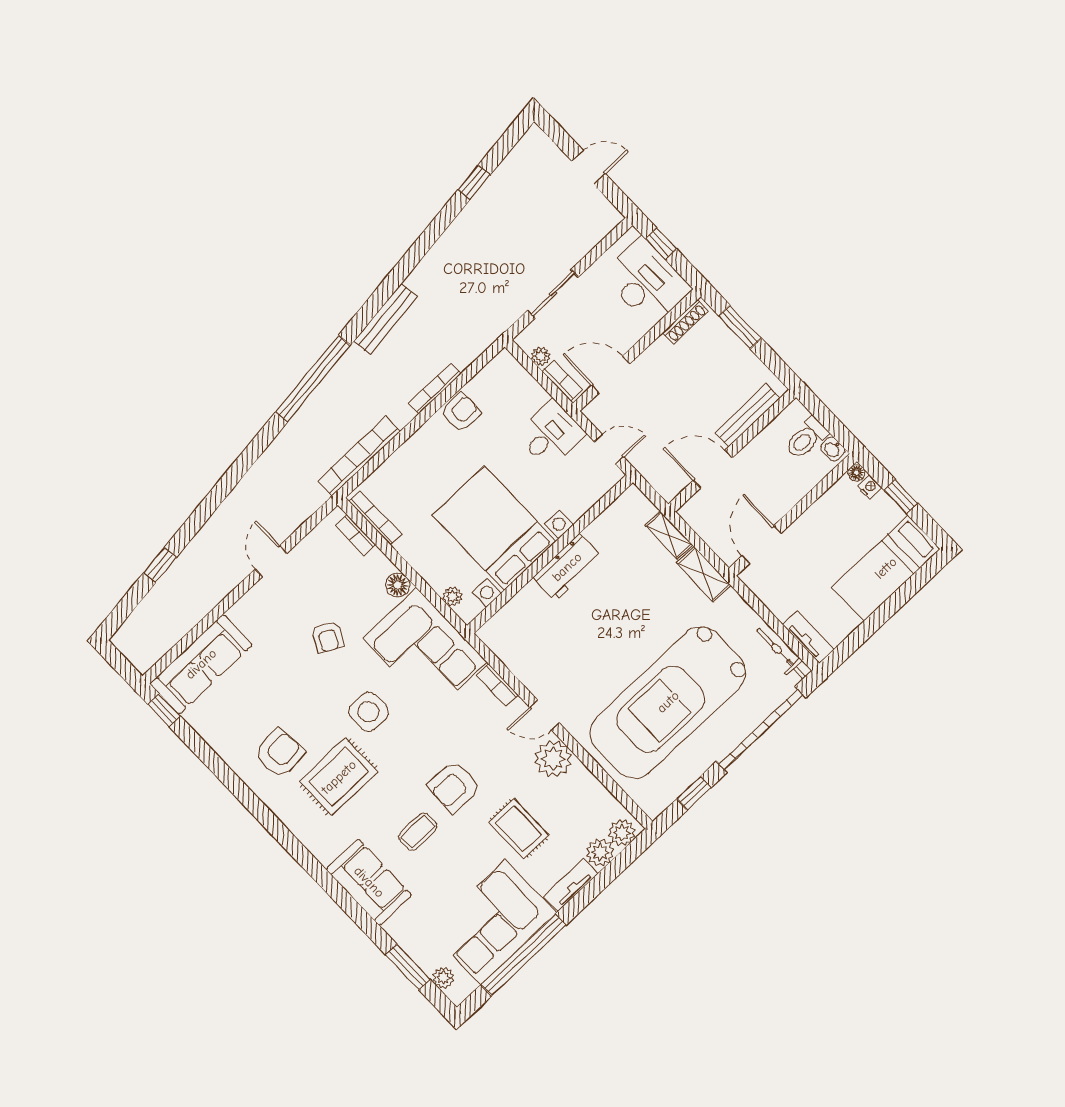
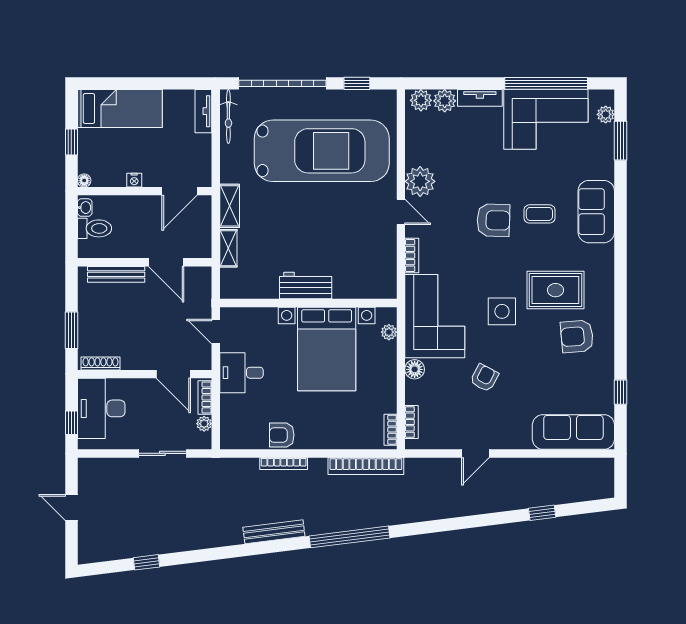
nightstand: (870, 487) -> (134, 180), moved, turned -90
bookcase: (375, 518) -> (391, 430), width x0.64
window: (164, 710) -> (620, 392), moved
rug: (519, 829) -> (479, 160), removed

